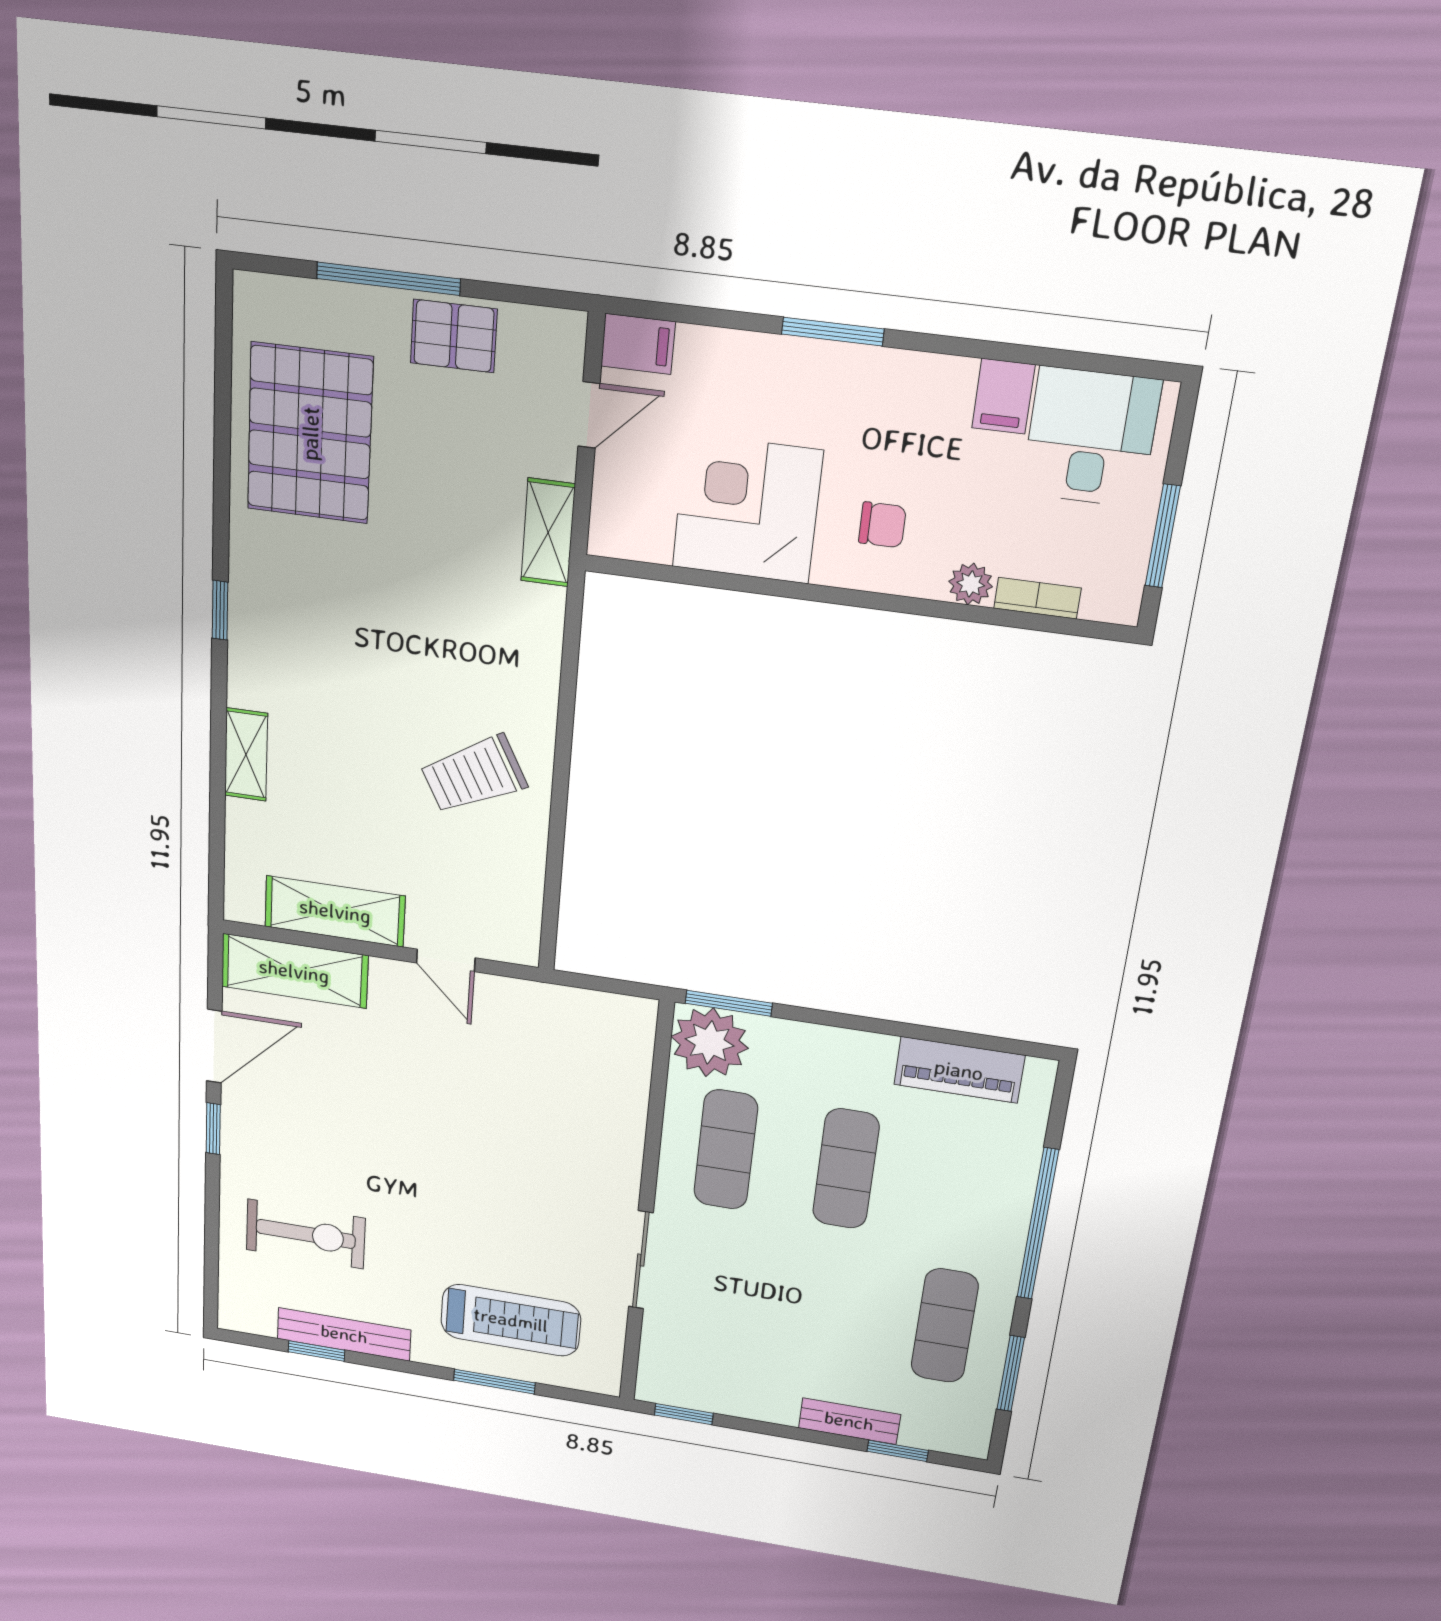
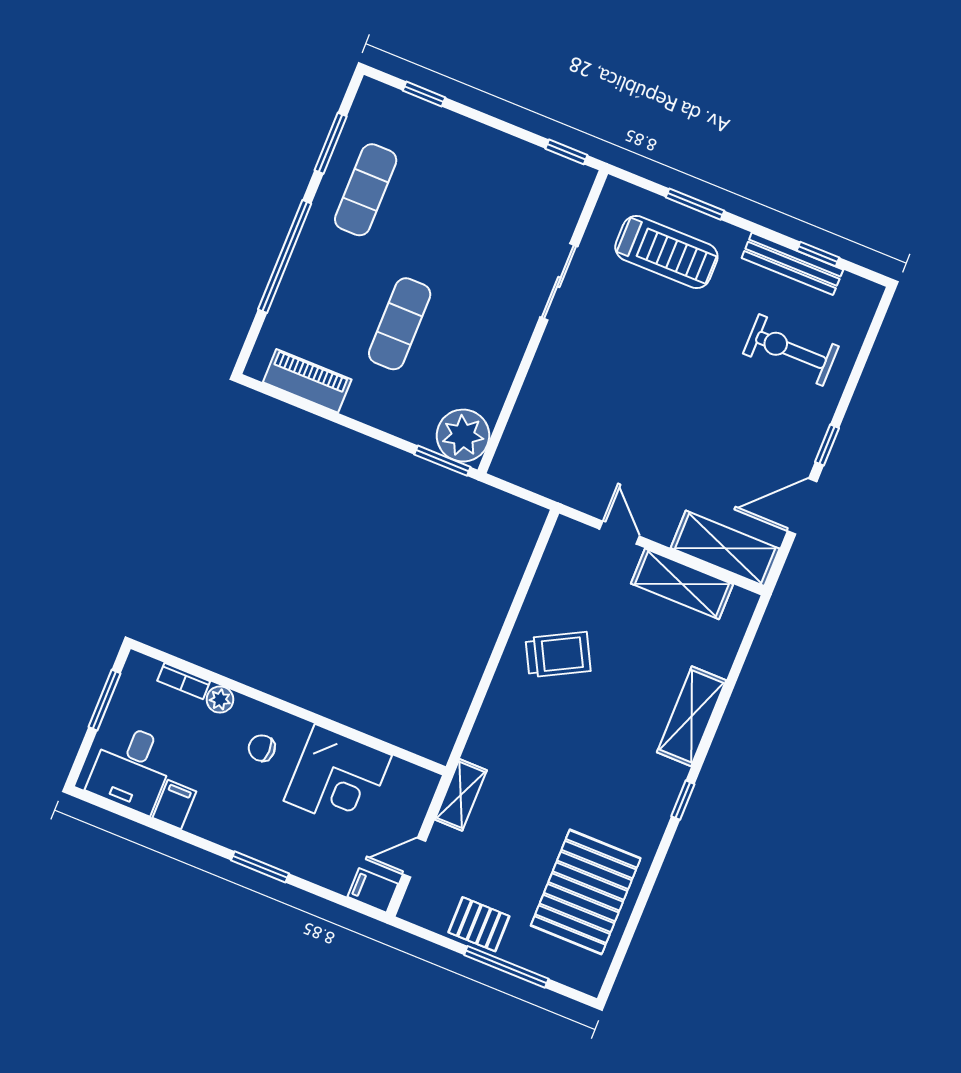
shelving: (246, 755) -> (692, 716), width x1.50, depth x1.33
exercise mat: (726, 1150) -> (476, 355), removed
treadmill: (511, 1320) -> (666, 252), turned 180
bench: (849, 1421) -> (451, 125), removed

